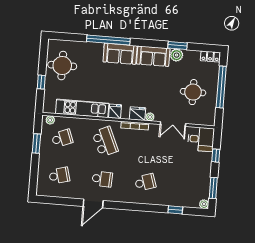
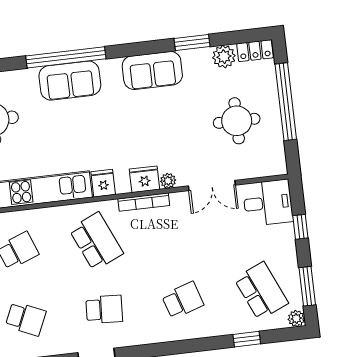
sofa: (120, 54) -> (70, 81), moved
plant: (177, 55) -> (224, 57), moved
school desk: (59, 176) -> (26, 319), turned 39
school desk: (188, 186) -> (261, 291), added

